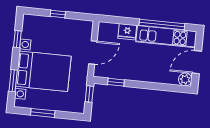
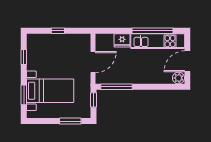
bed with nightstands: (43, 71) -> (50, 91), width x0.73
window: (116, 82) -> (116, 87), width x2.17
window: (43, 113) -> (70, 121), moved

